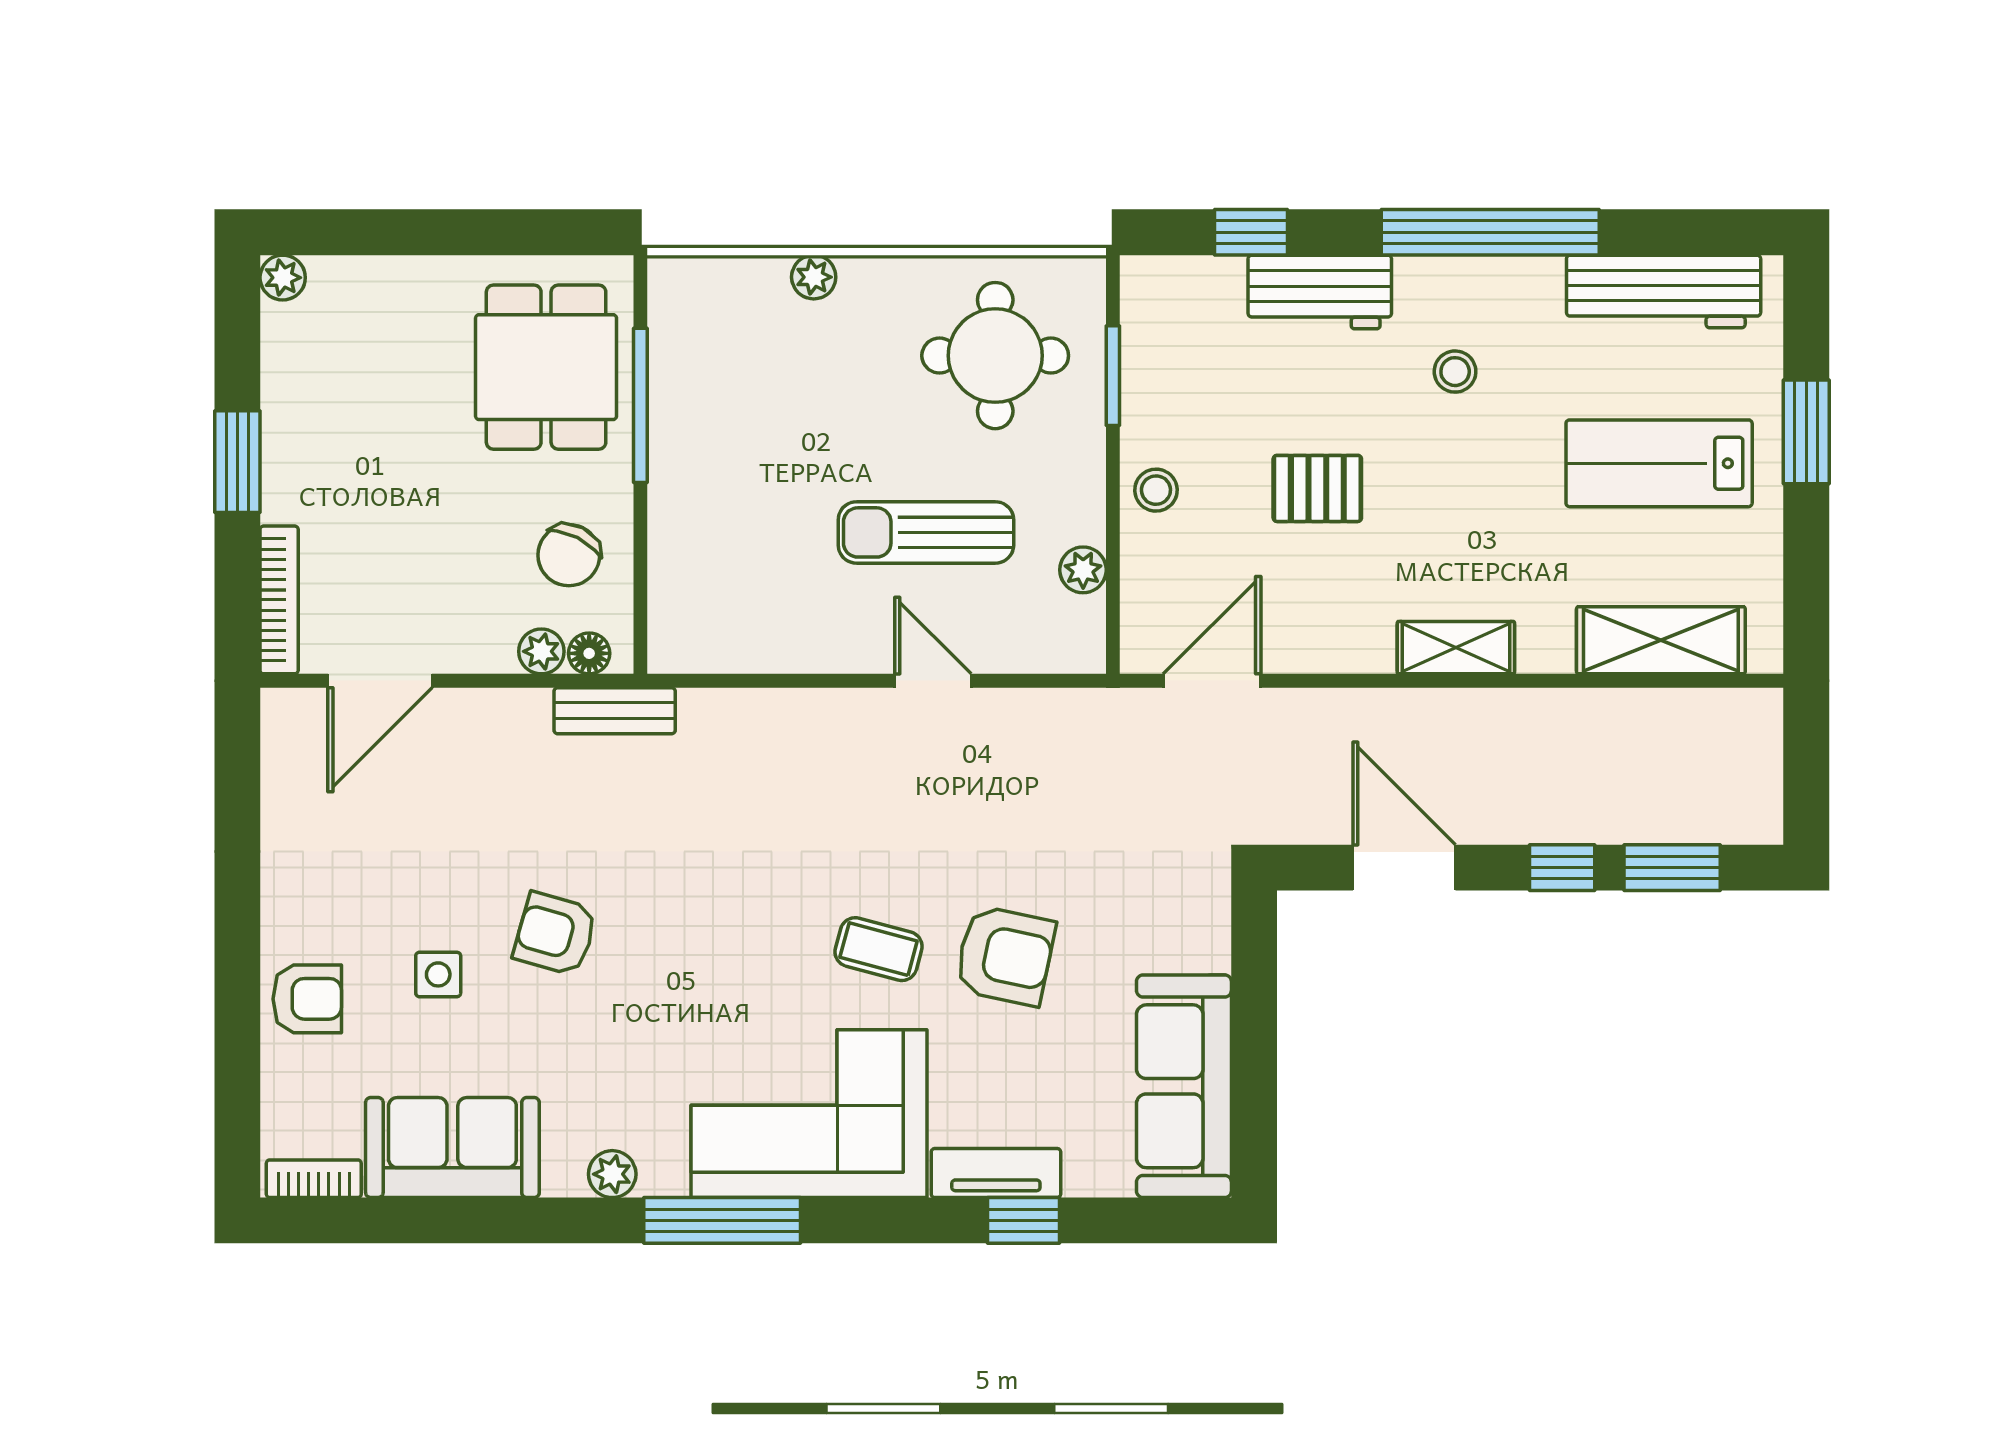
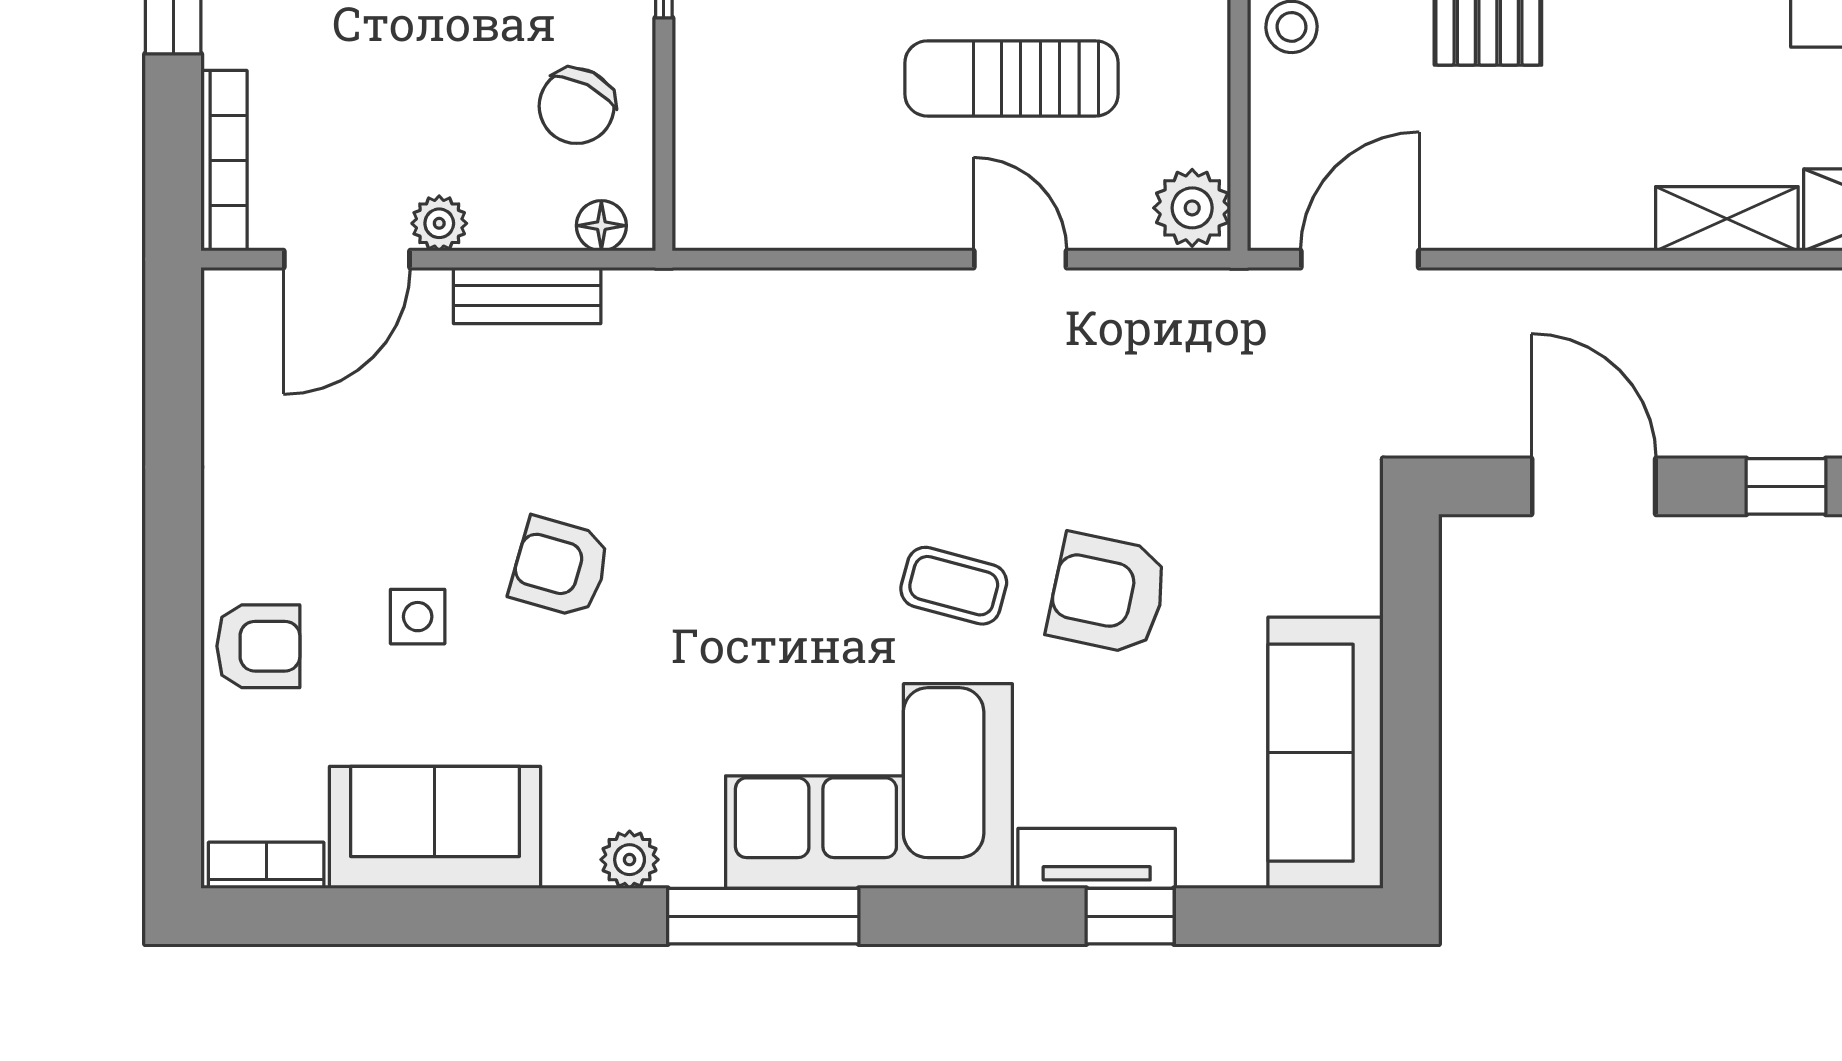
plant: (1083, 570) -> (1192, 208), moved, width x1.38, depth x1.38
shelving: (1456, 648) -> (1727, 219), moved
plant: (541, 651) -> (439, 223), moved
bench: (615, 711) -> (527, 296), moved
armchair: (1005, 956) -> (1108, 594), turned 180

